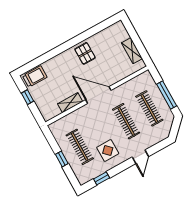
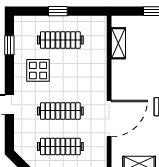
door: (98, 95) -> (109, 118), moved
shelving: (70, 103) -> (118, 43), moved

